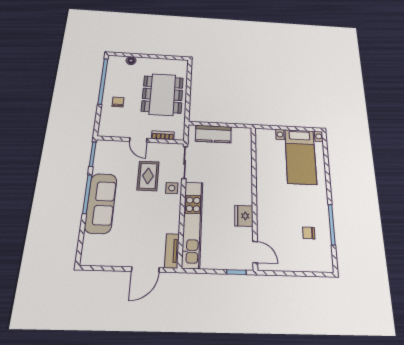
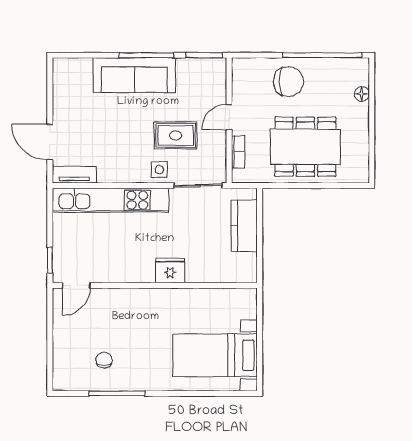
chair: (118, 102) -> (288, 82), width x1.87, depth x1.87
fridge: (244, 216) -> (170, 271), moved

